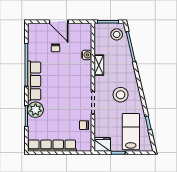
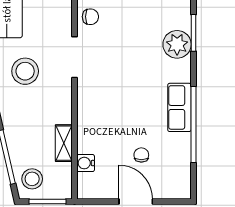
water cooler: (87, 55) -> (86, 163), moved
shelving: (99, 65) -> (64, 143), moved
row of seats: (34, 81) -> (179, 107), width x0.68

